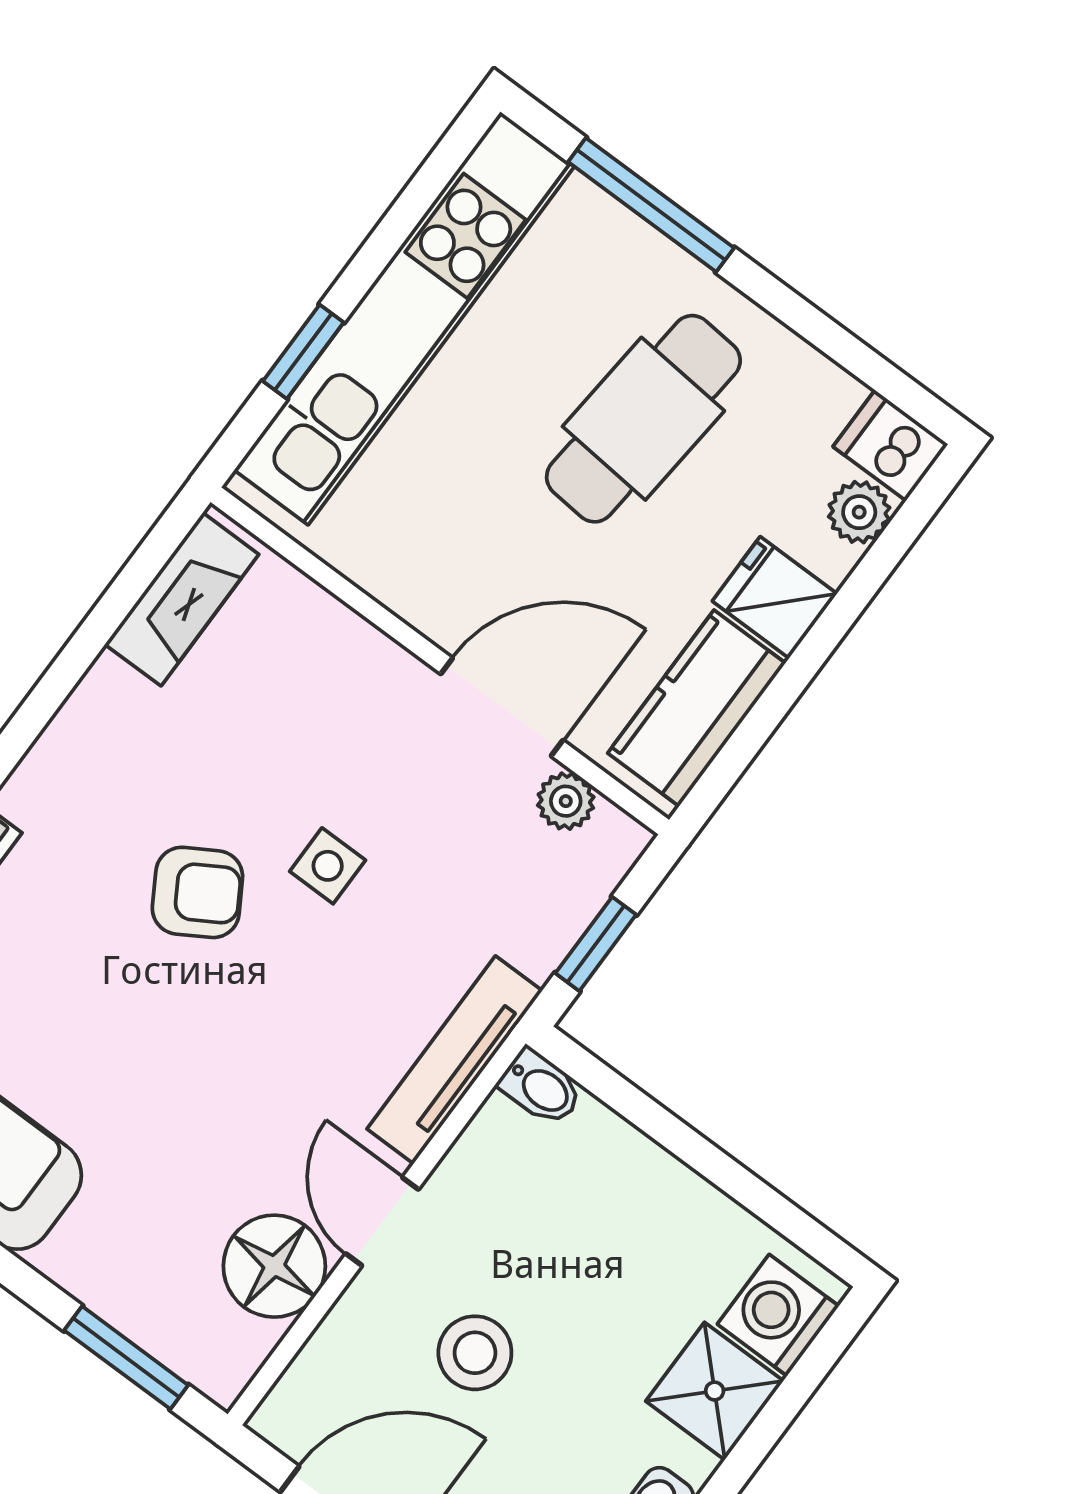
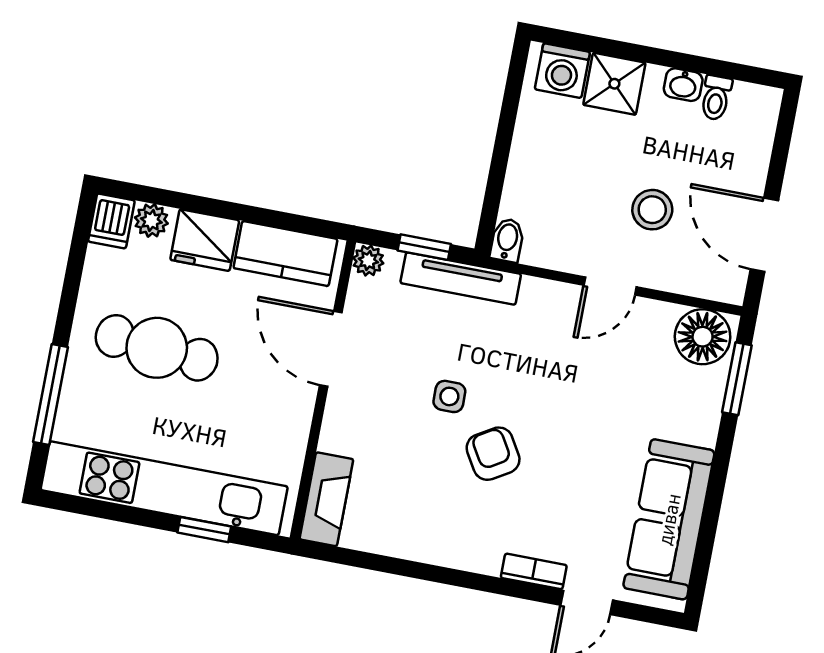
fridge: (775, 597) -> (205, 240), width x1.38
fireplace: (182, 599) -> (326, 499), moved, turned 90
plant: (566, 801) -> (368, 260), moved
tv unit: (455, 1060) -> (461, 279), moved
floor lamp: (274, 1266) -> (703, 337), moved

